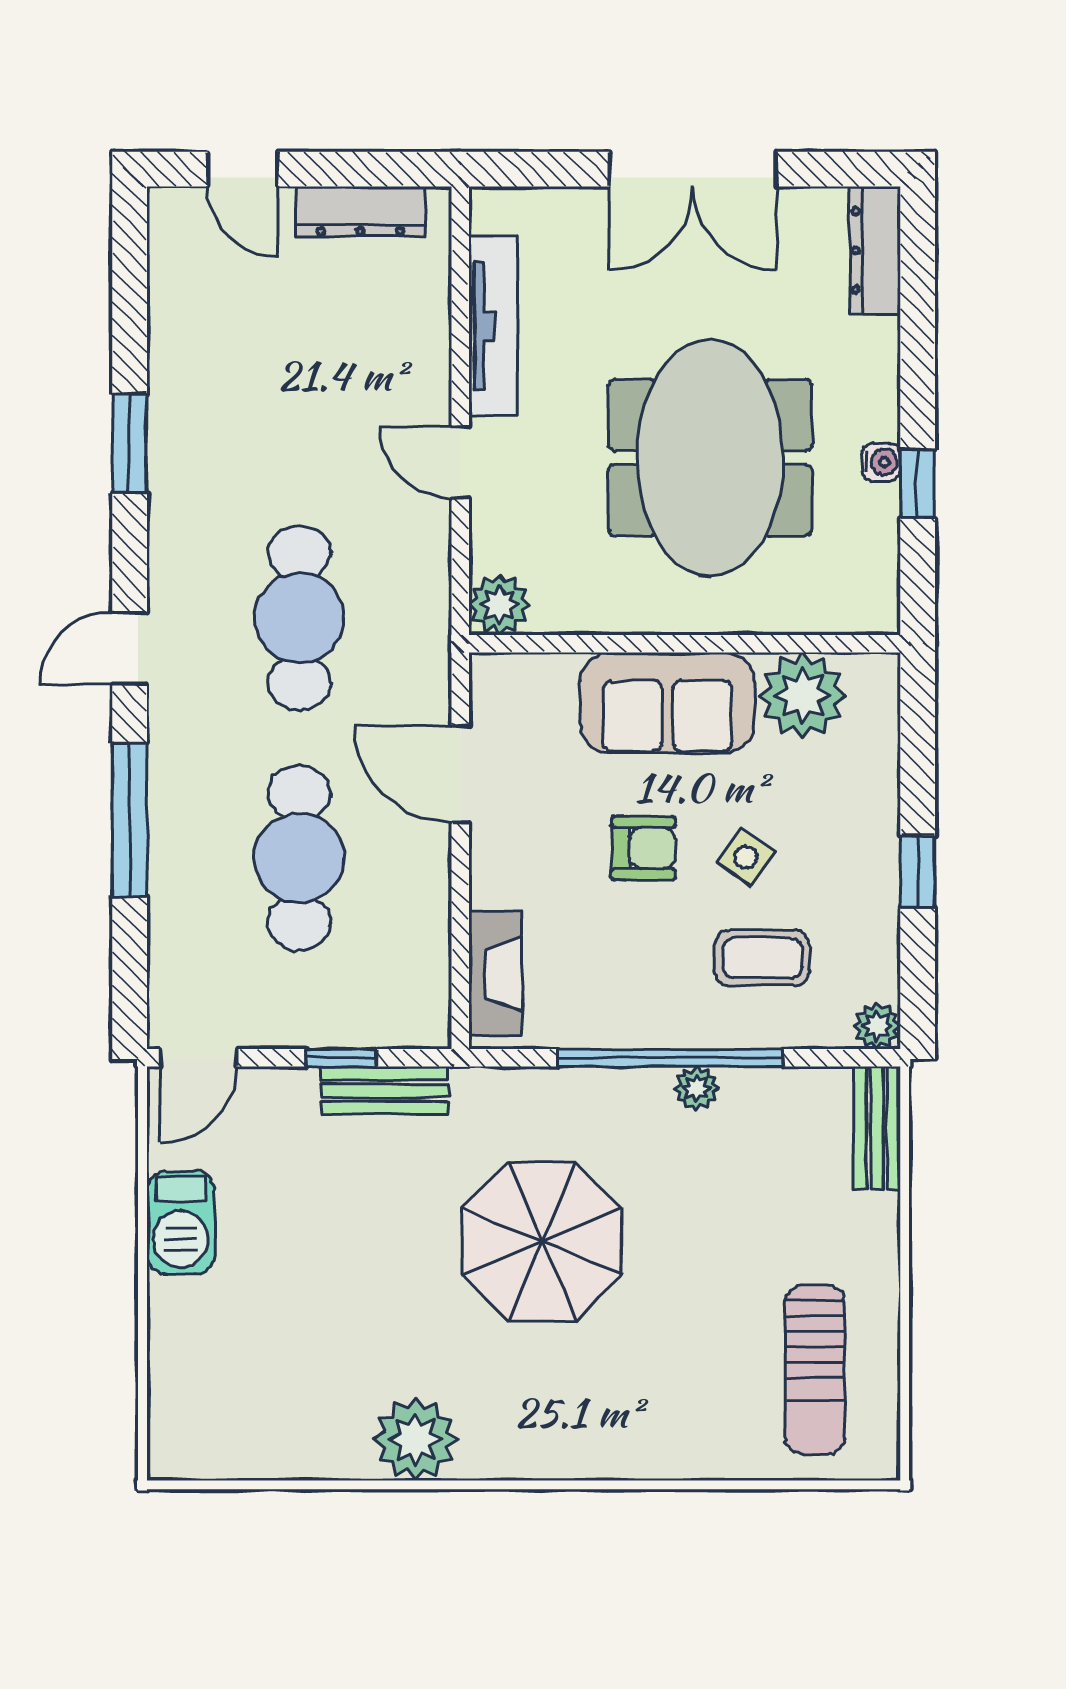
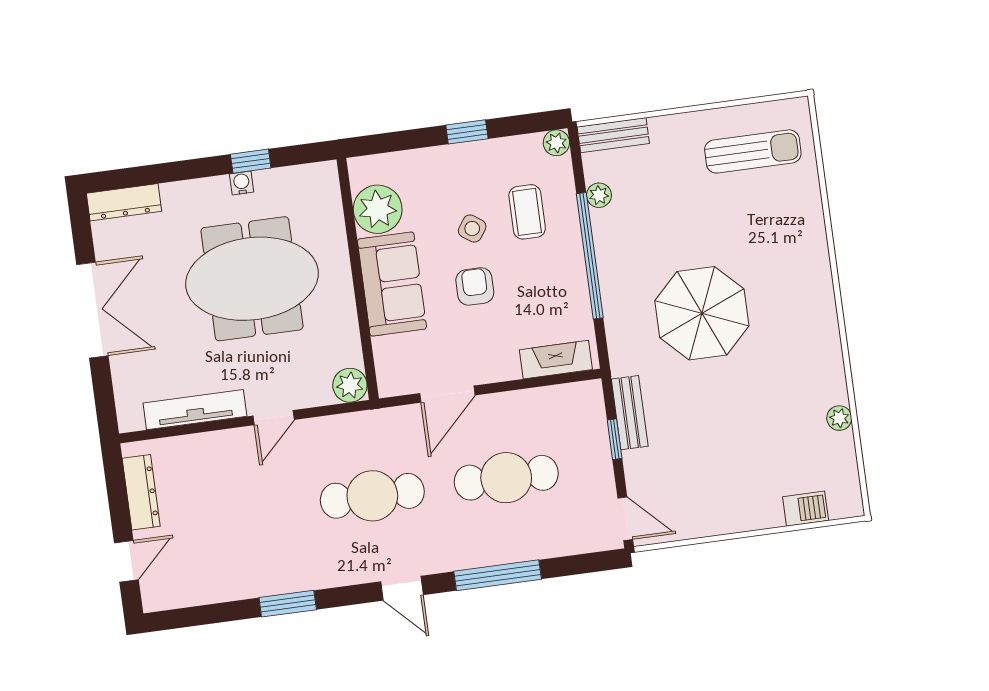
plant: (697, 1088) -> (599, 195), moved
barbecue: (181, 1223) -> (806, 509), moved, width x0.73, depth x0.79
plant: (416, 1439) -> (839, 418), moved, width x0.53, depth x0.53

